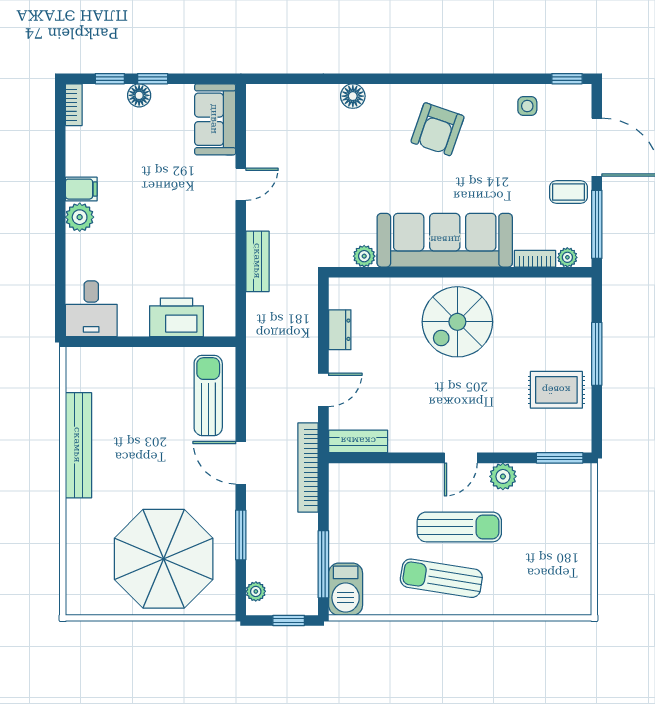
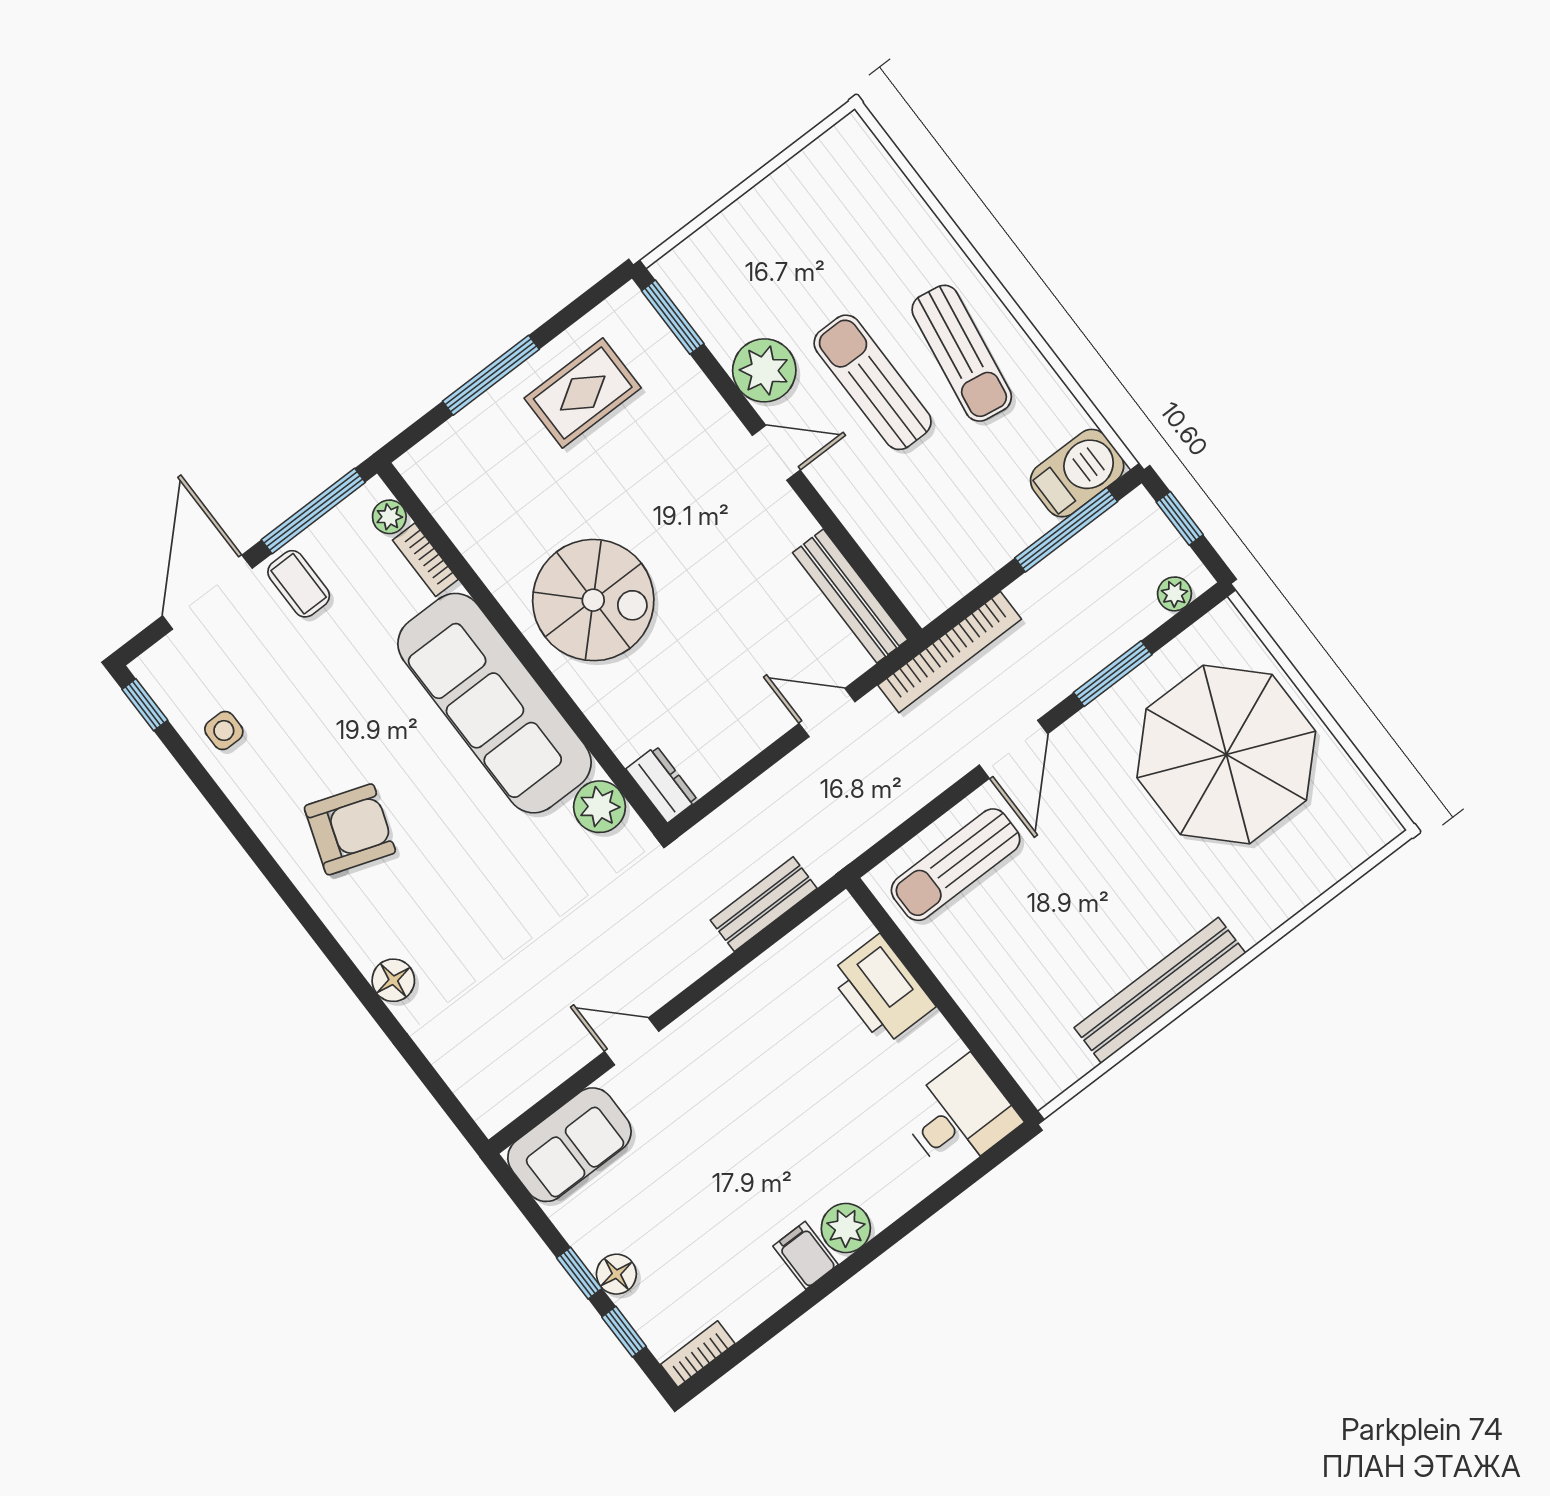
plant: (364, 256) -> (600, 807), width x1.38, depth x1.38
bench: (258, 261) -> (764, 904), moved
dresser: (340, 330) -> (662, 784), moved, turned 90
rug: (556, 390) -> (583, 393), turned 90
bench: (358, 441) -> (850, 596), width x1.36
plant: (503, 476) -> (764, 370), width x1.36, depth x1.36

